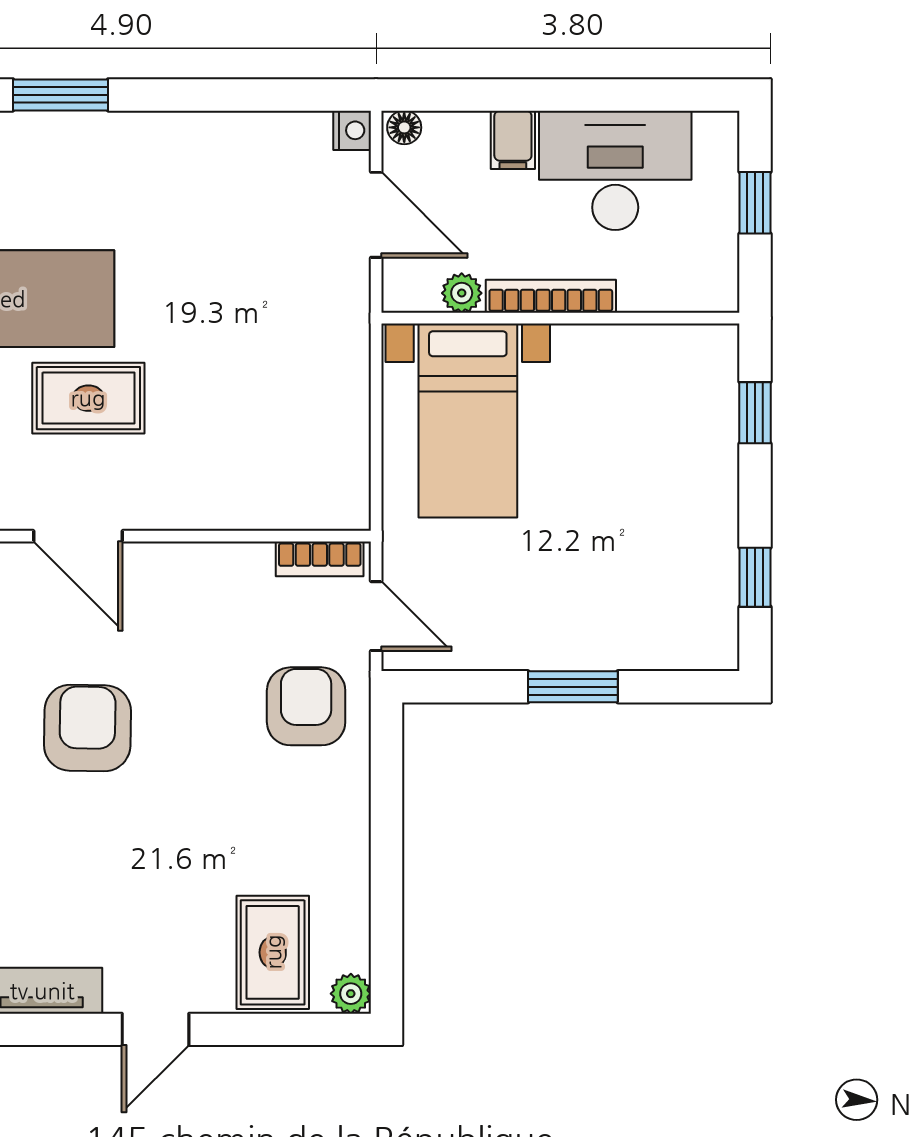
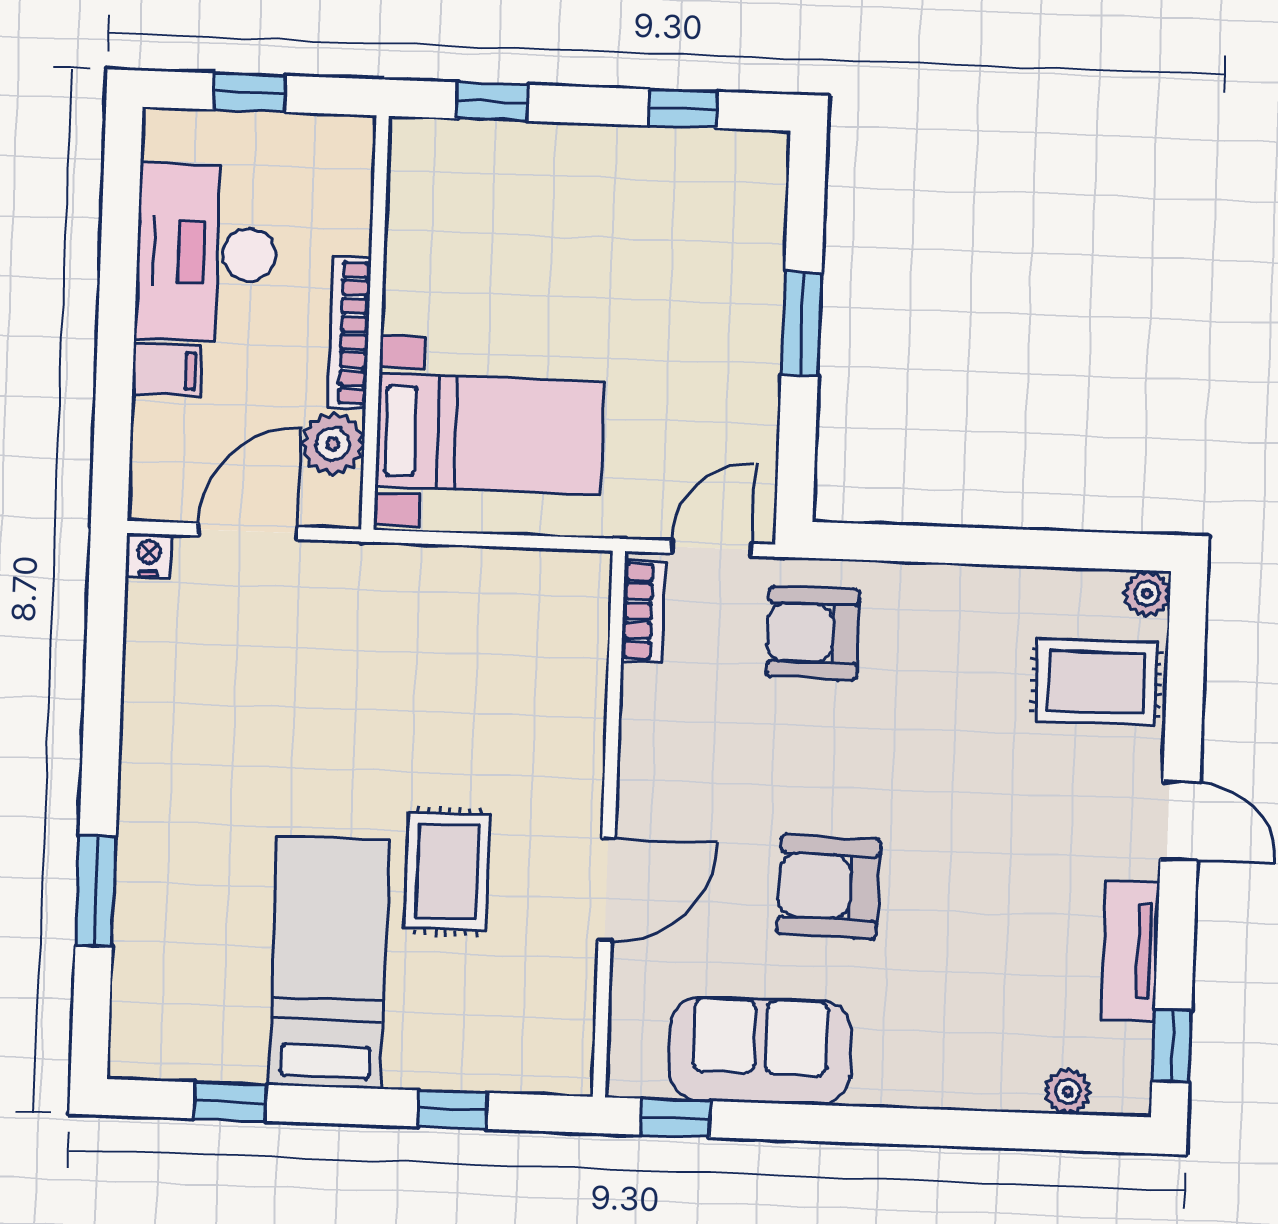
floor lamp: (404, 127) -> (148, 495), removed
plant: (462, 293) -> (333, 444), width x1.38, depth x1.38

